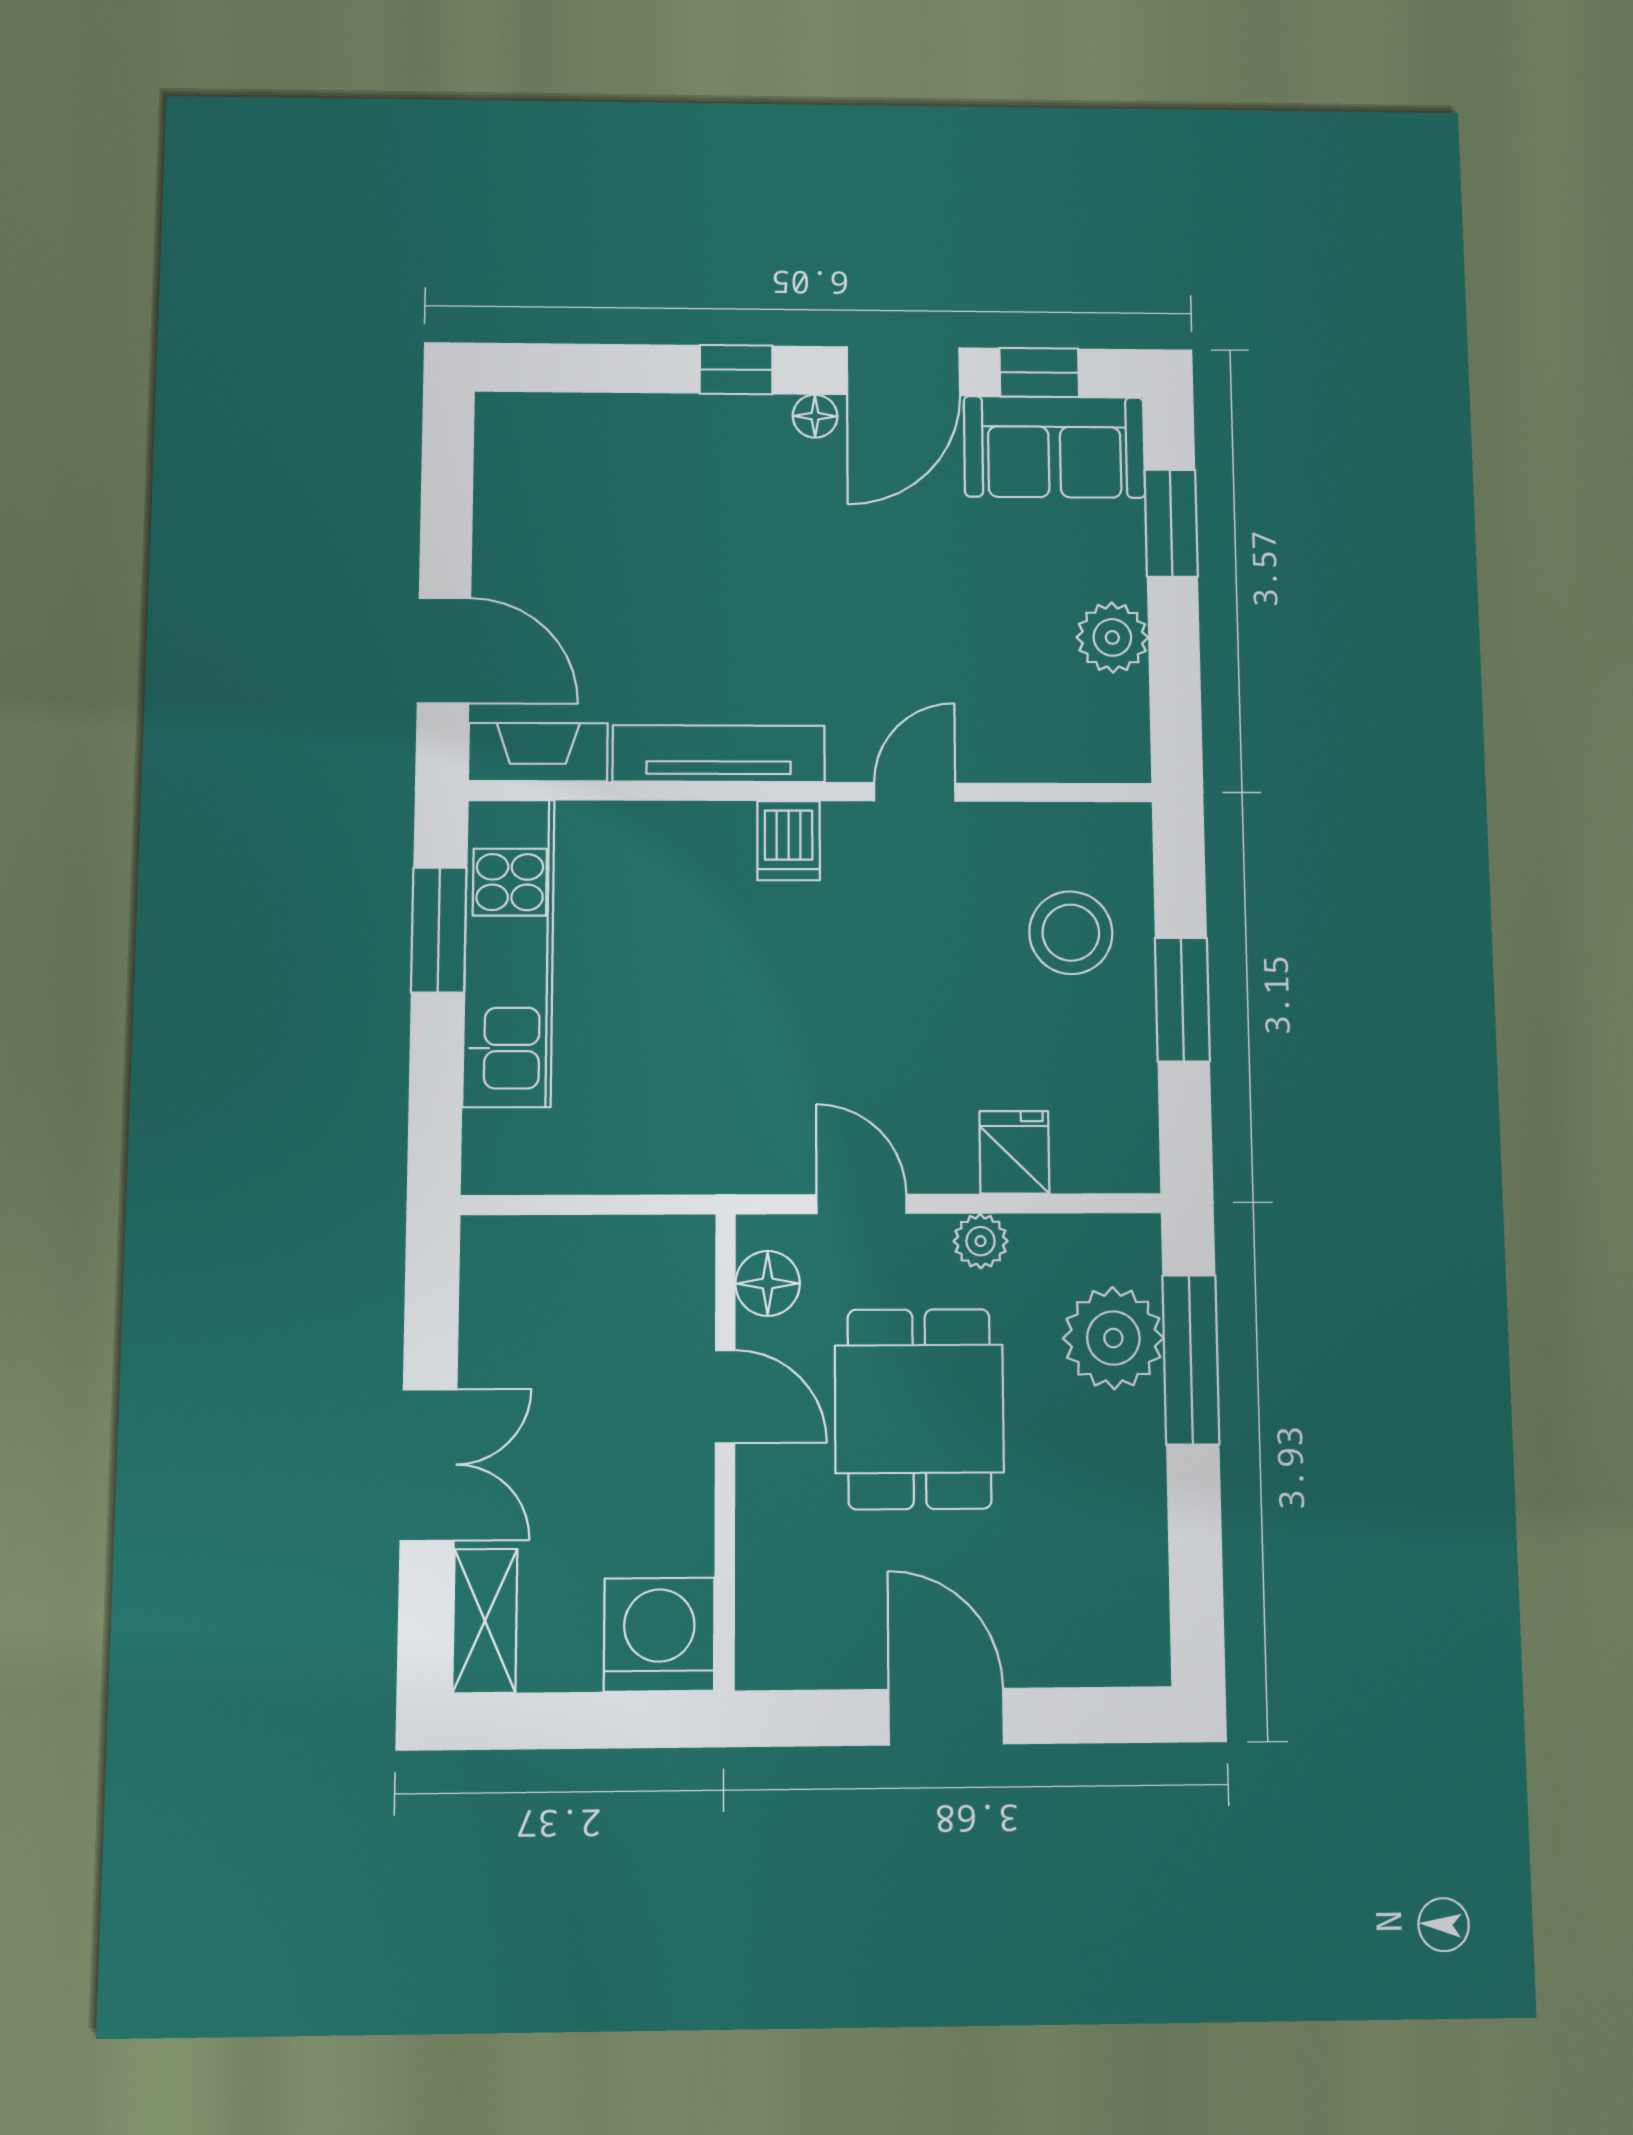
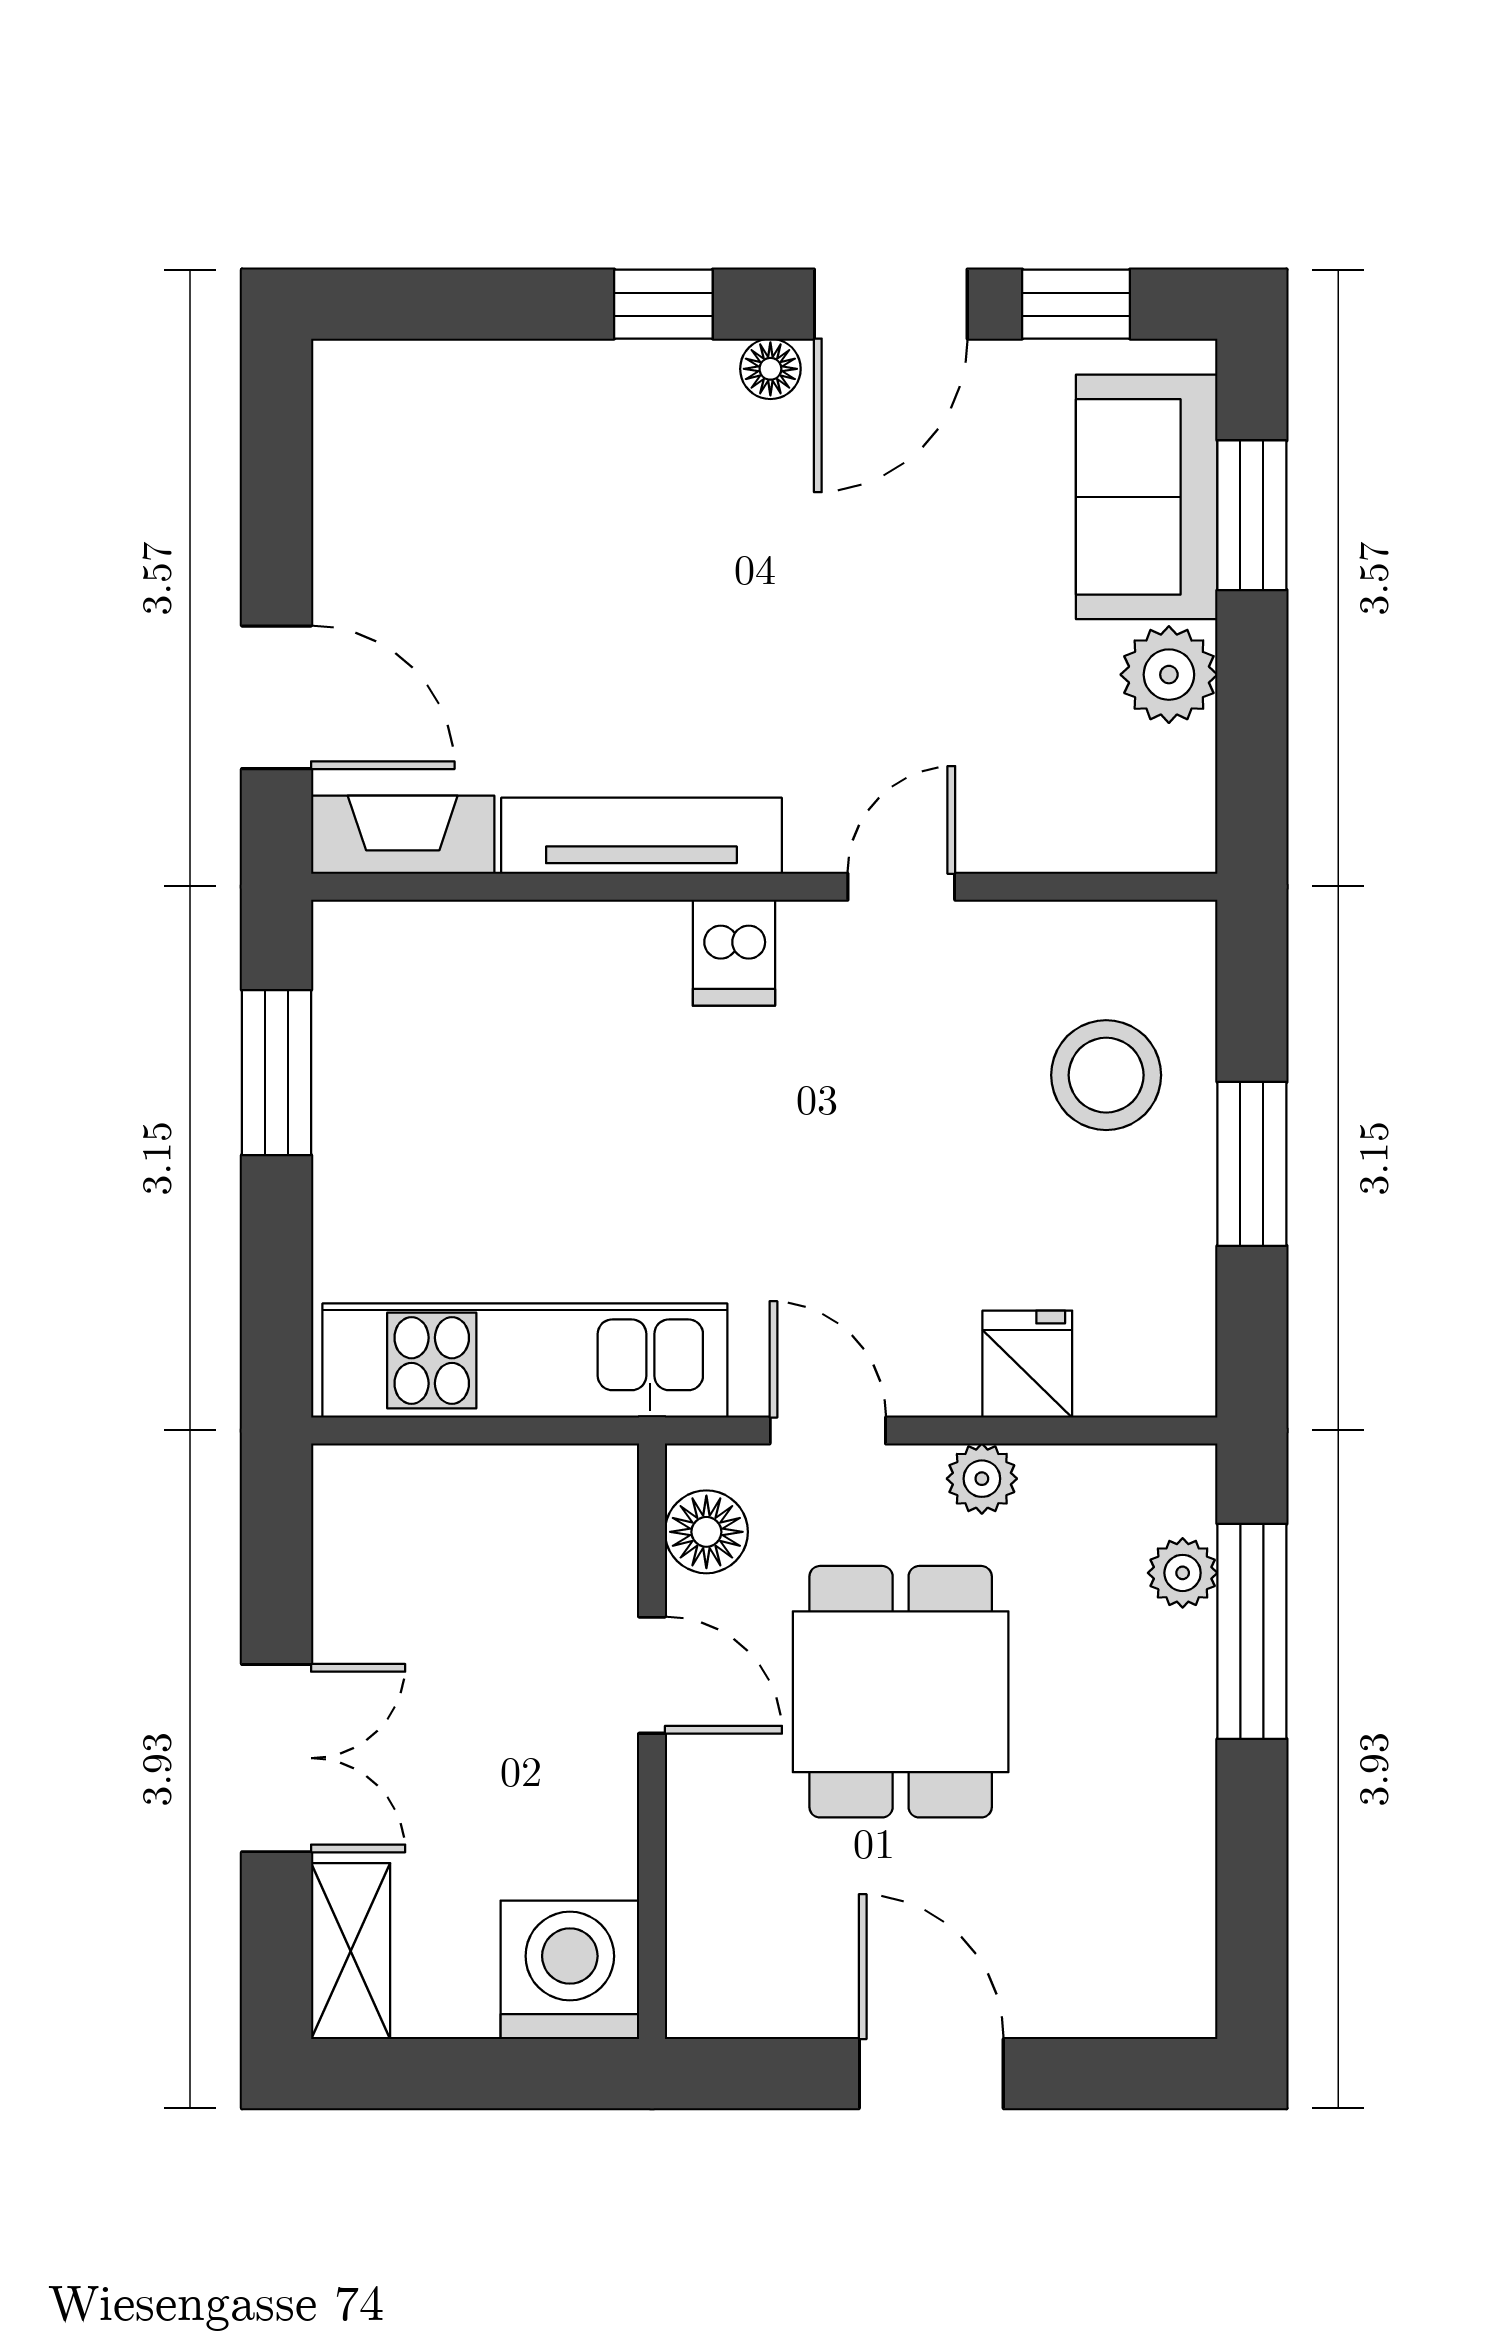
sofa: (1054, 447) -> (1147, 497), moved, turned 90
kitchen unit: (509, 952) -> (525, 1361), moved, turned -90
plant: (1113, 1338) -> (1183, 1573), width x0.53, depth x0.53

